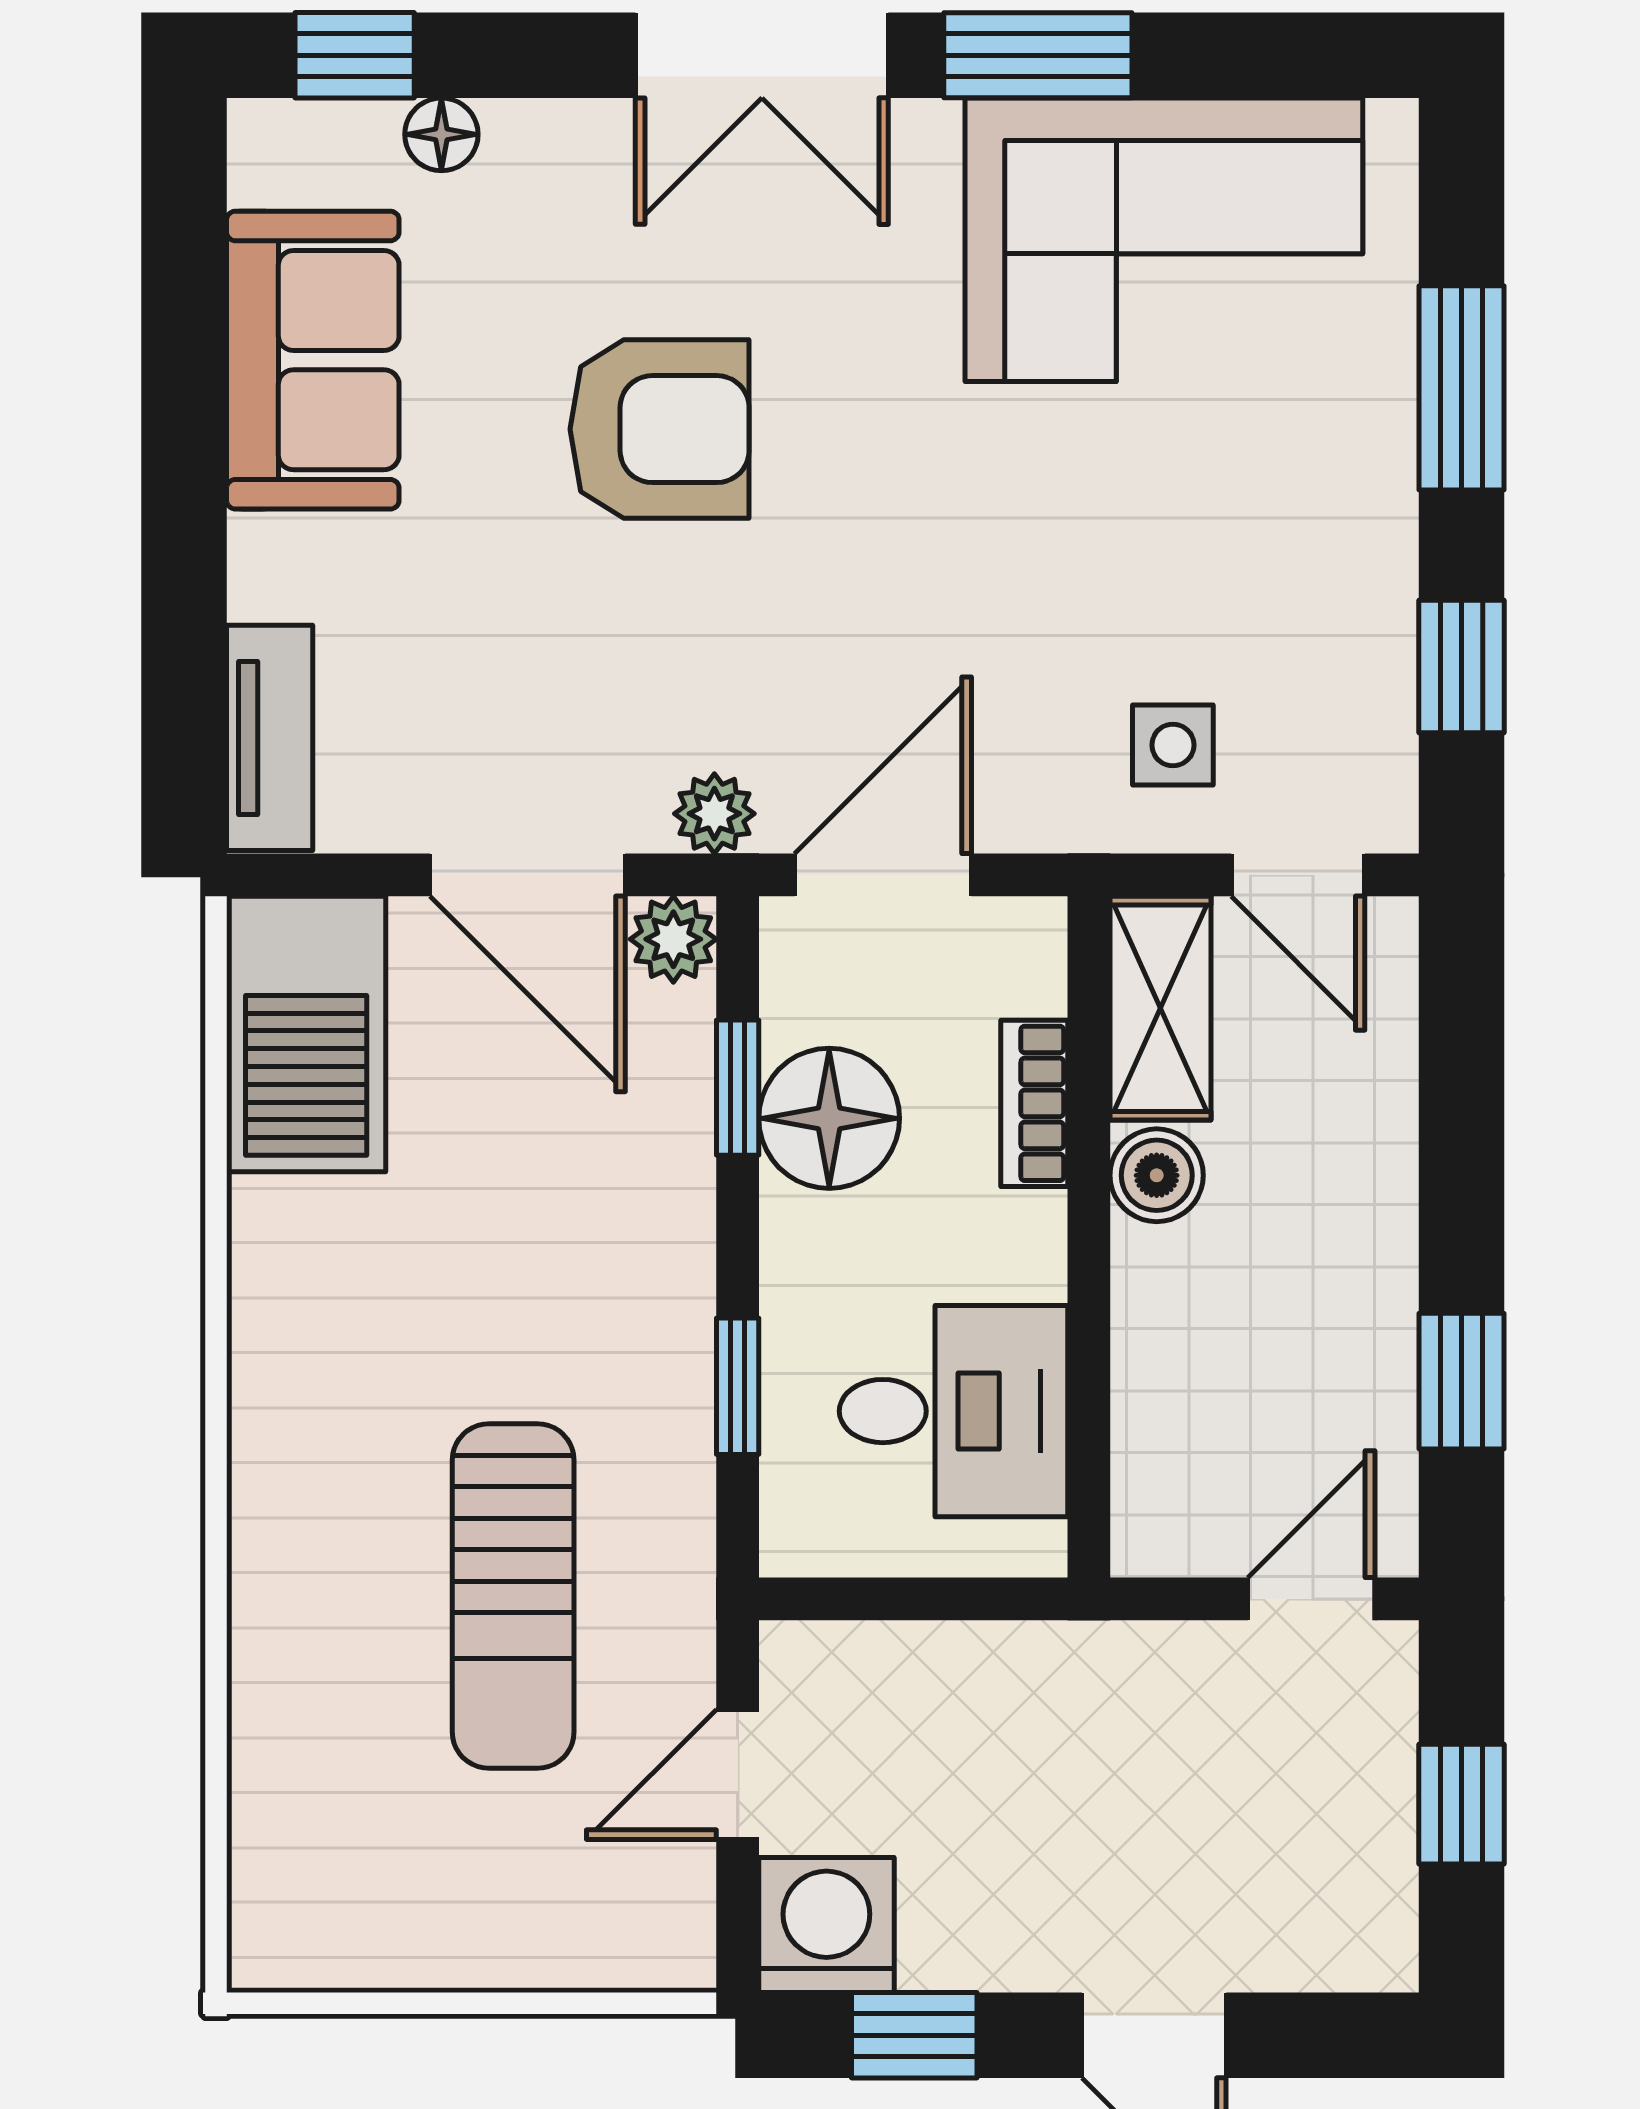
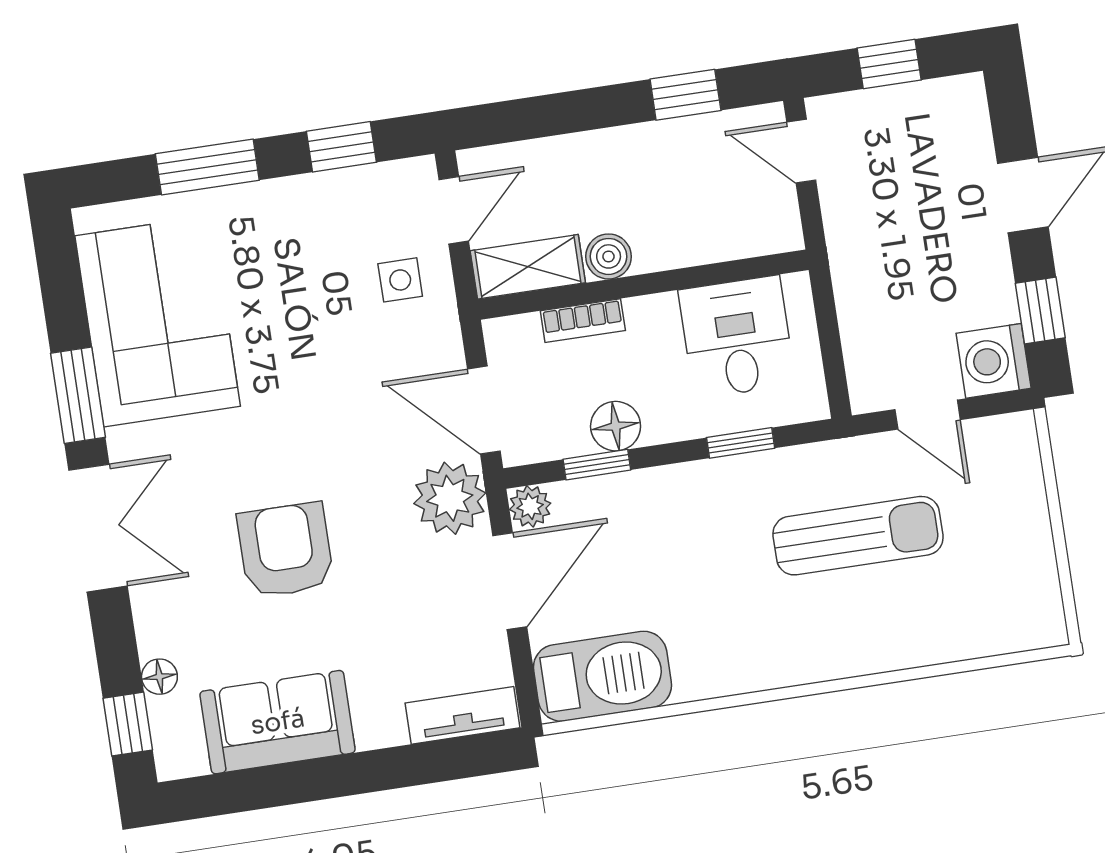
plant: (714, 814) -> (450, 498), width x1.87, depth x1.87
floor lamp: (829, 1118) -> (616, 426), width x0.73, depth x0.73

